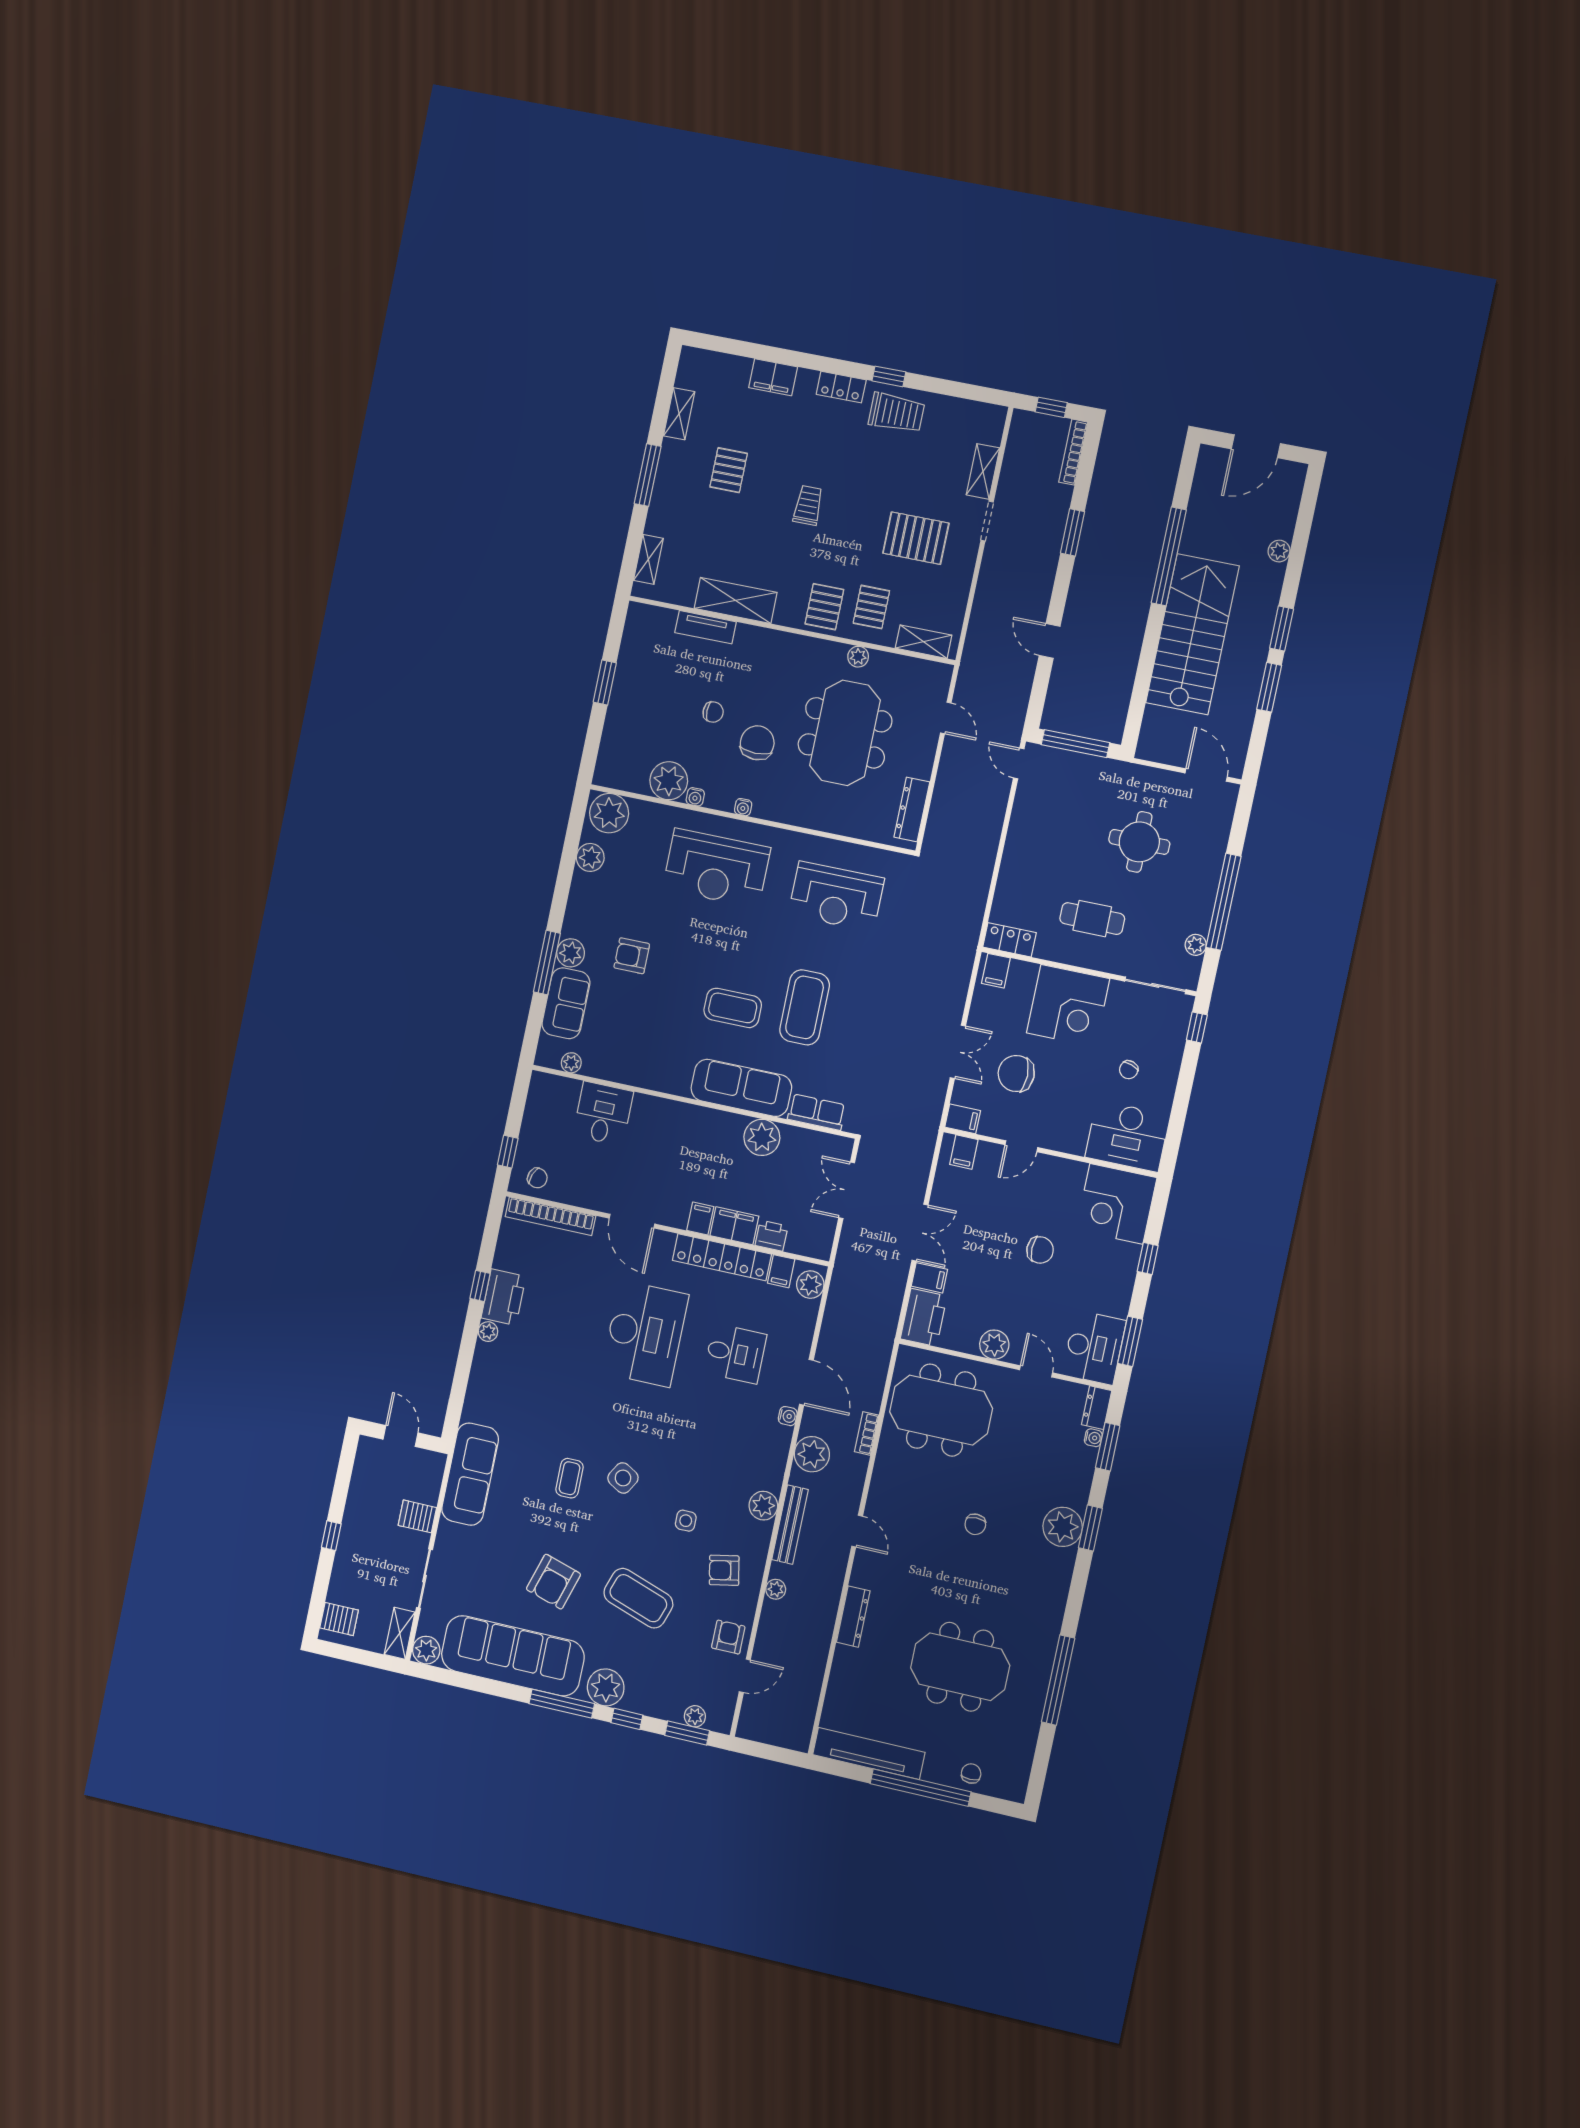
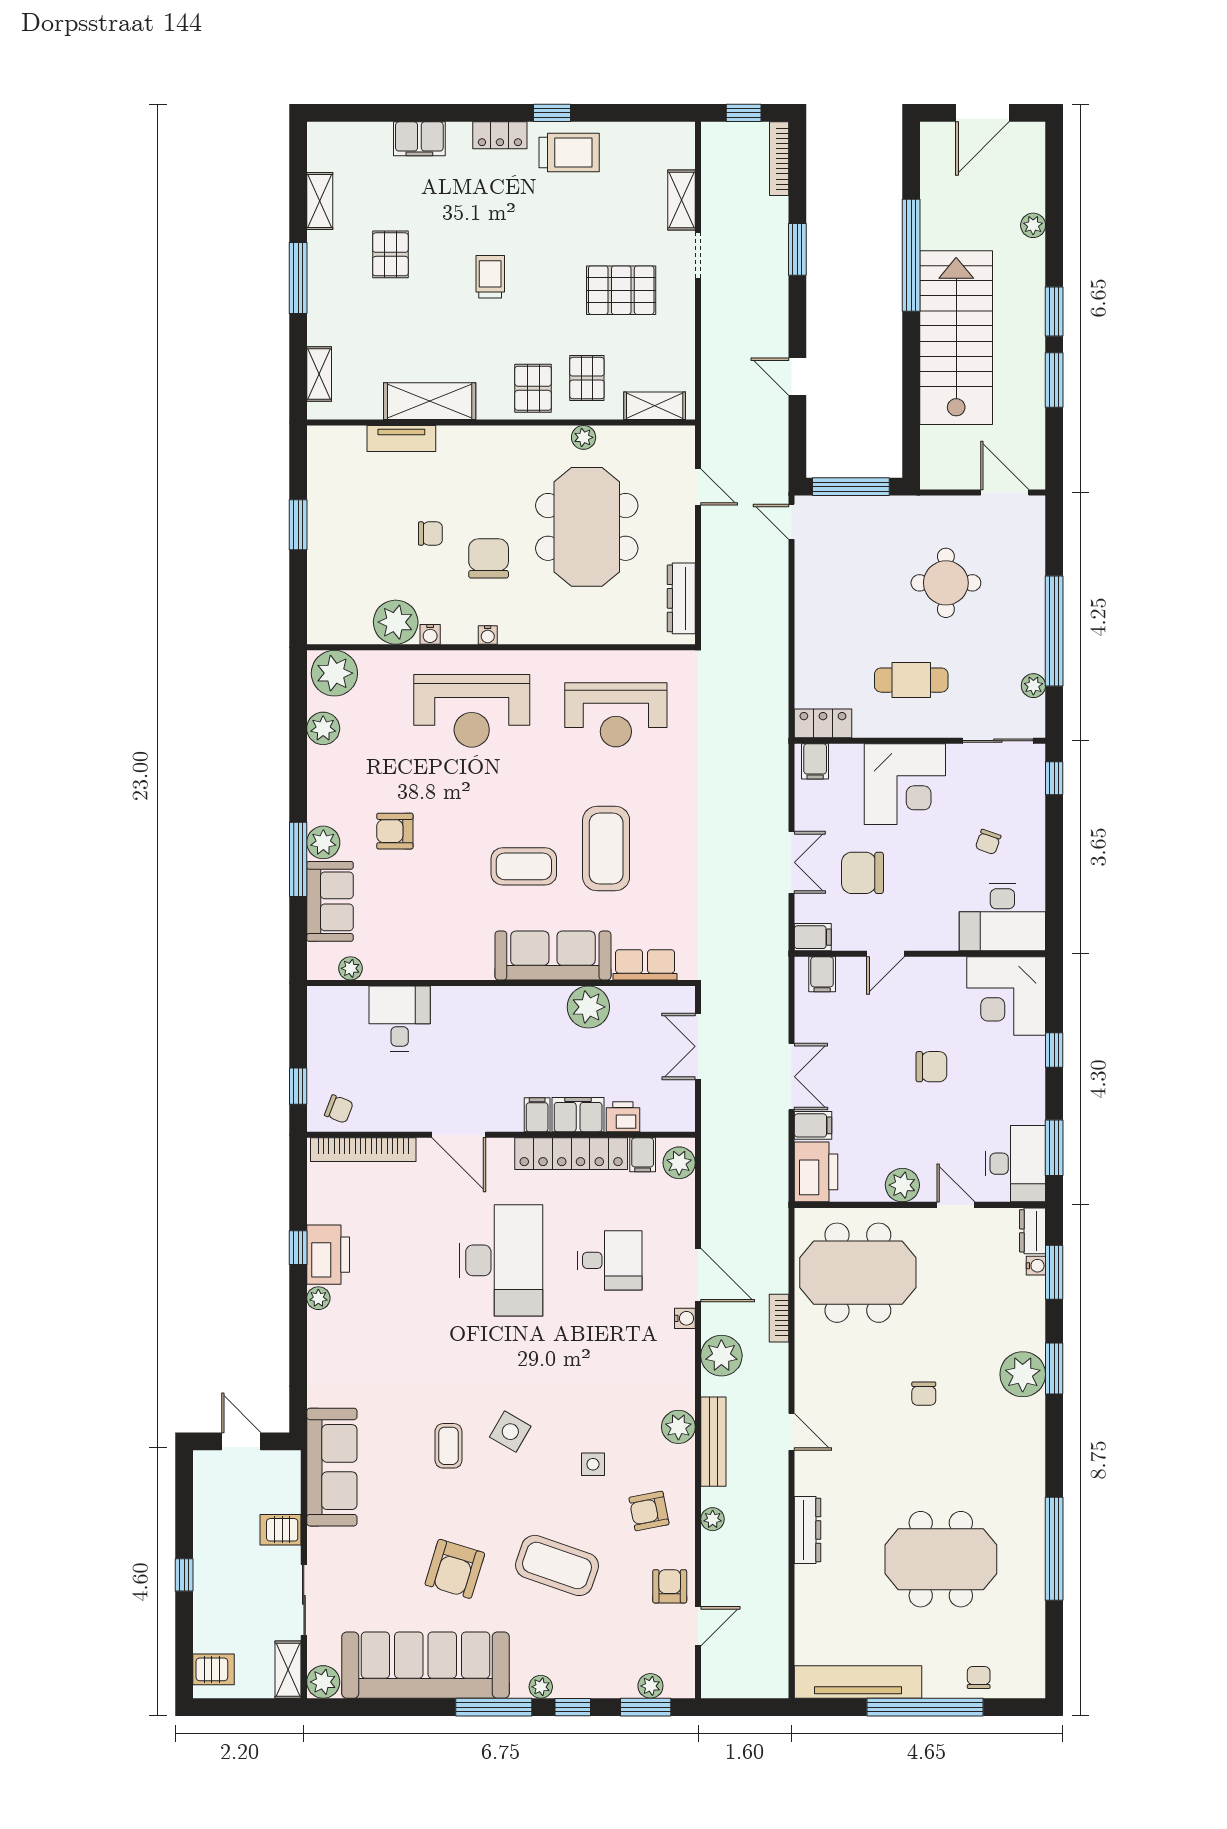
plant: (606, 1687) -> (541, 1687), width x0.53, depth x0.53

